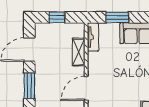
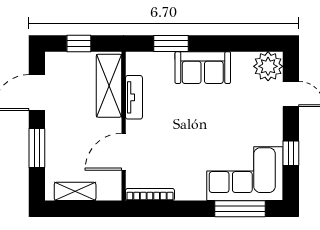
tv unit: (93, 37) -> (134, 97), moved
shelving: (79, 52) -> (109, 86), width x1.50, depth x1.33

